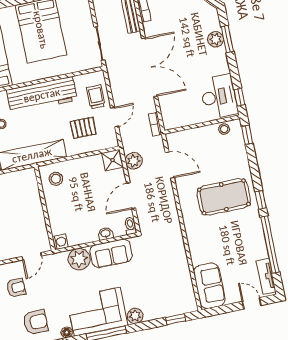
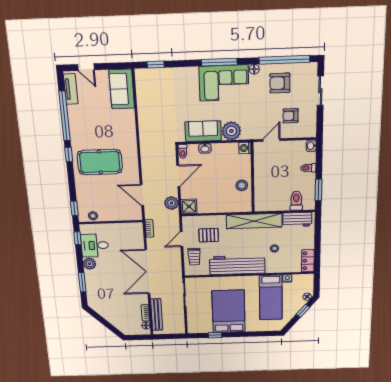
plant: (216, 39) -> (90, 264), moved
desk: (219, 97) -> (95, 245), width x0.73
stool: (56, 179) -> (242, 185), moved
plant: (135, 316) -> (191, 74), removed

